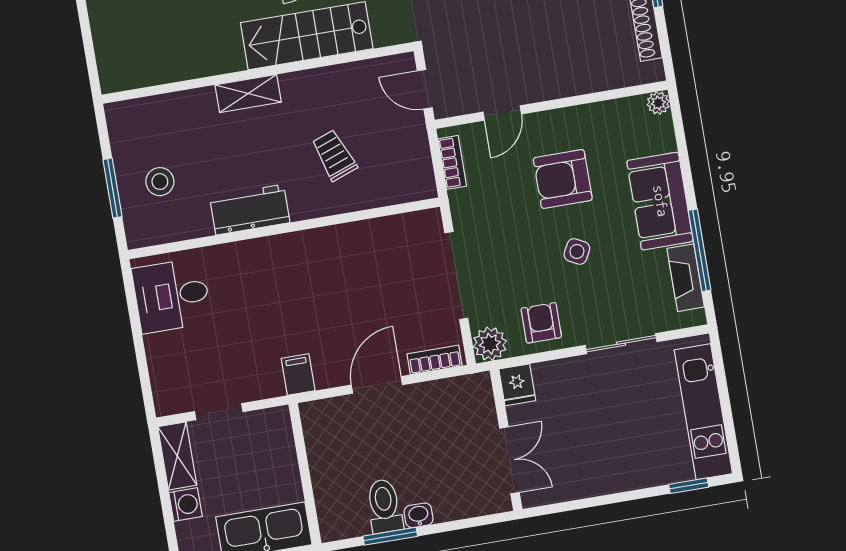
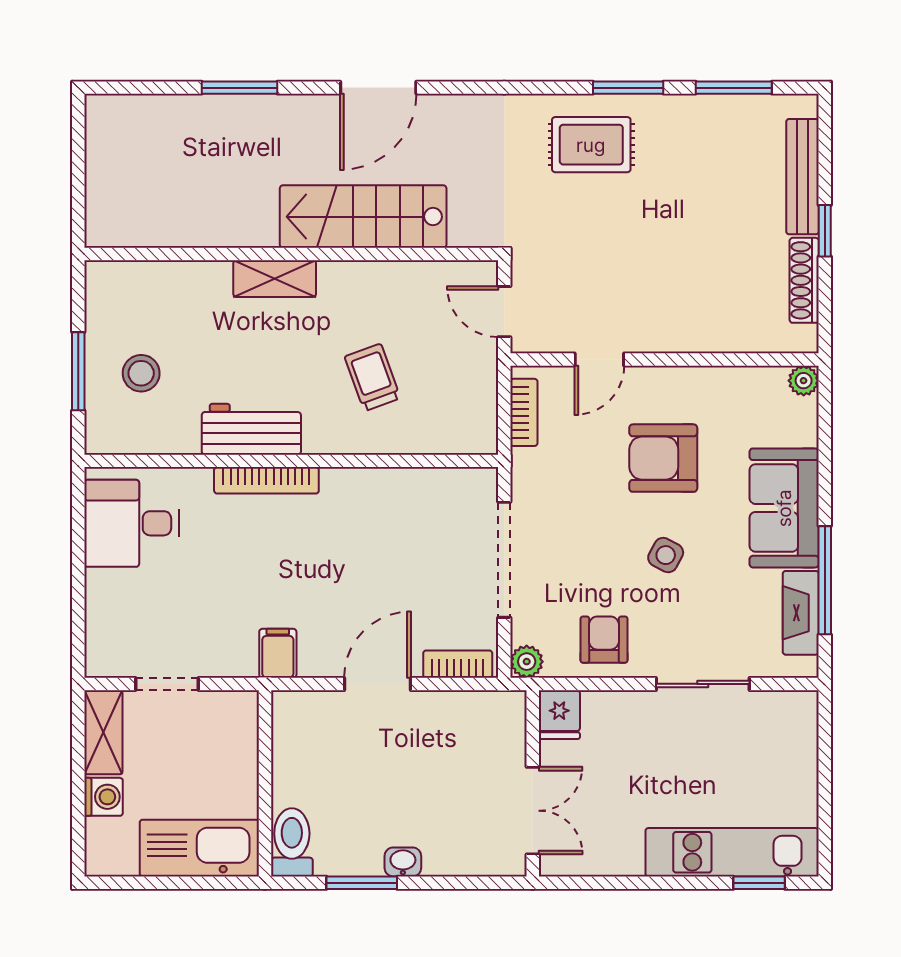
bookcase: (268, 246) -> (266, 480), added
plant: (490, 344) -> (527, 662), width x0.73, depth x0.73
kitchen unit: (703, 412) -> (732, 852), moved, turned 90
toilet: (384, 506) -> (292, 842), moved

